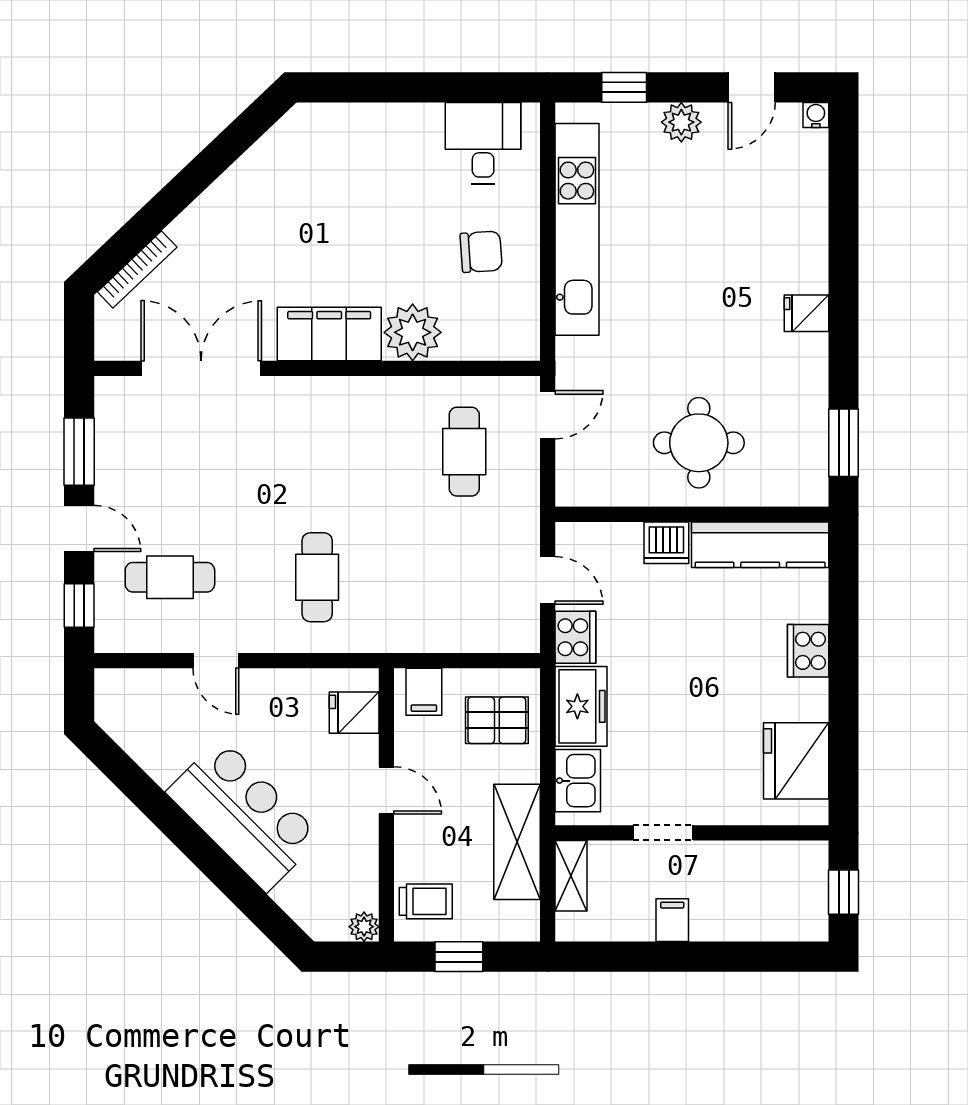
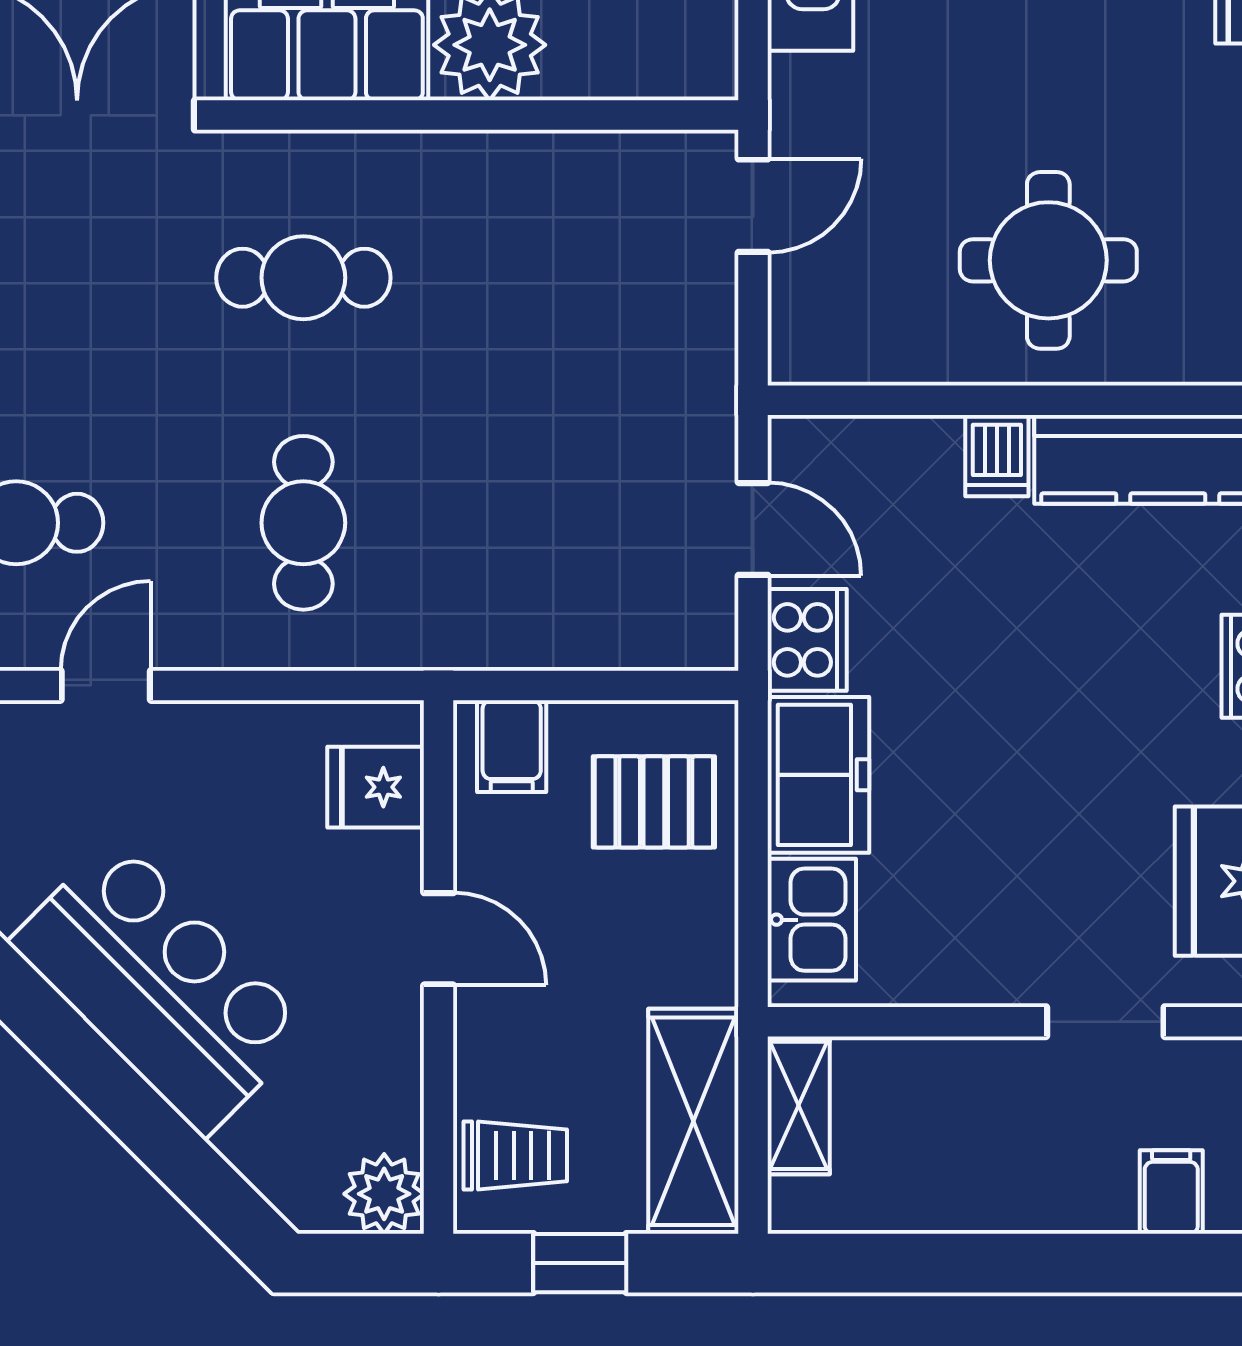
cafe table: (464, 452) -> (303, 278), moved, turned 90
dishwasher: (666, 543) -> (997, 456), width x0.73
door: (216, 661) -> (106, 685), swing flipped
doorway: (663, 833) -> (1105, 1022), moved
shelving: (517, 842) -> (693, 1121), moved
filing cabinet: (672, 920) -> (1171, 1192), moved
plant: (364, 927) -> (384, 1194), width x1.38, depth x1.38

